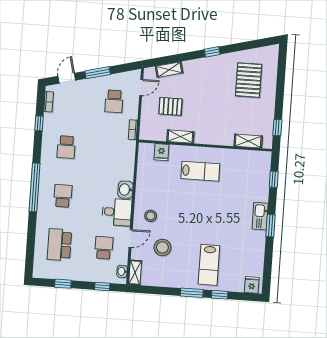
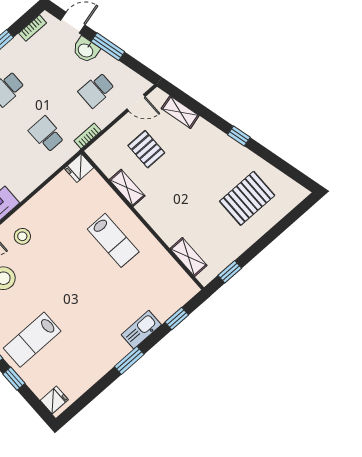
school desk: (111, 150) -> (46, 134), added
fridge: (161, 152) -> (79, 168), moved
washbasin: (125, 190) -> (86, 50), moved, turned -104
kitchen sink: (260, 216) -> (141, 330), moved

